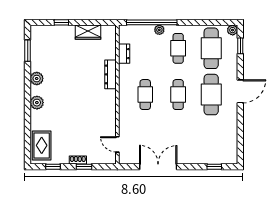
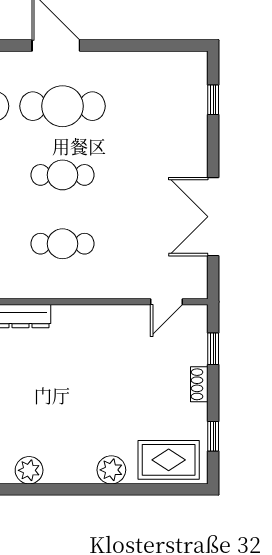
plant: (37, 103) -> (111, 470), moved
window: (84, 167) -> (213, 349), moved

